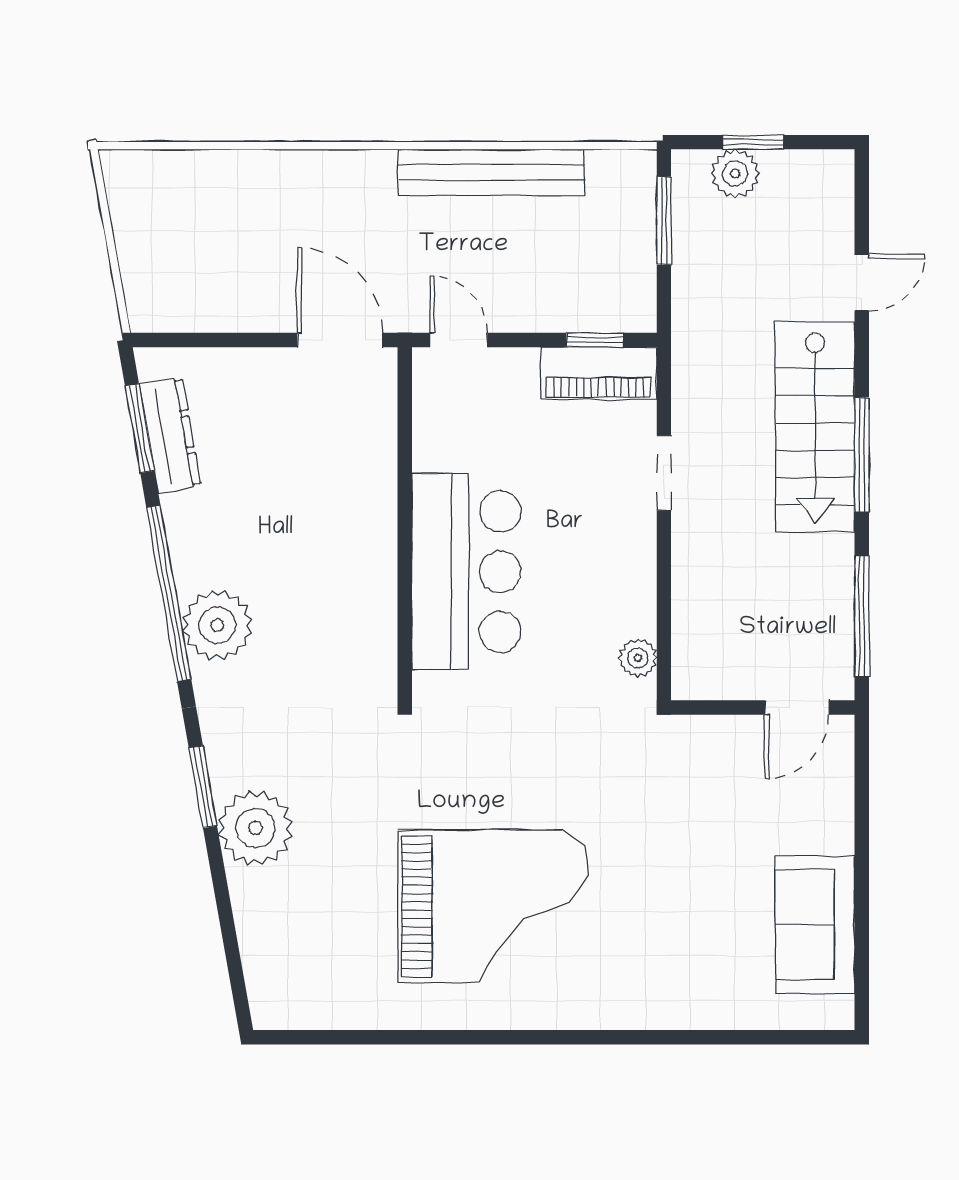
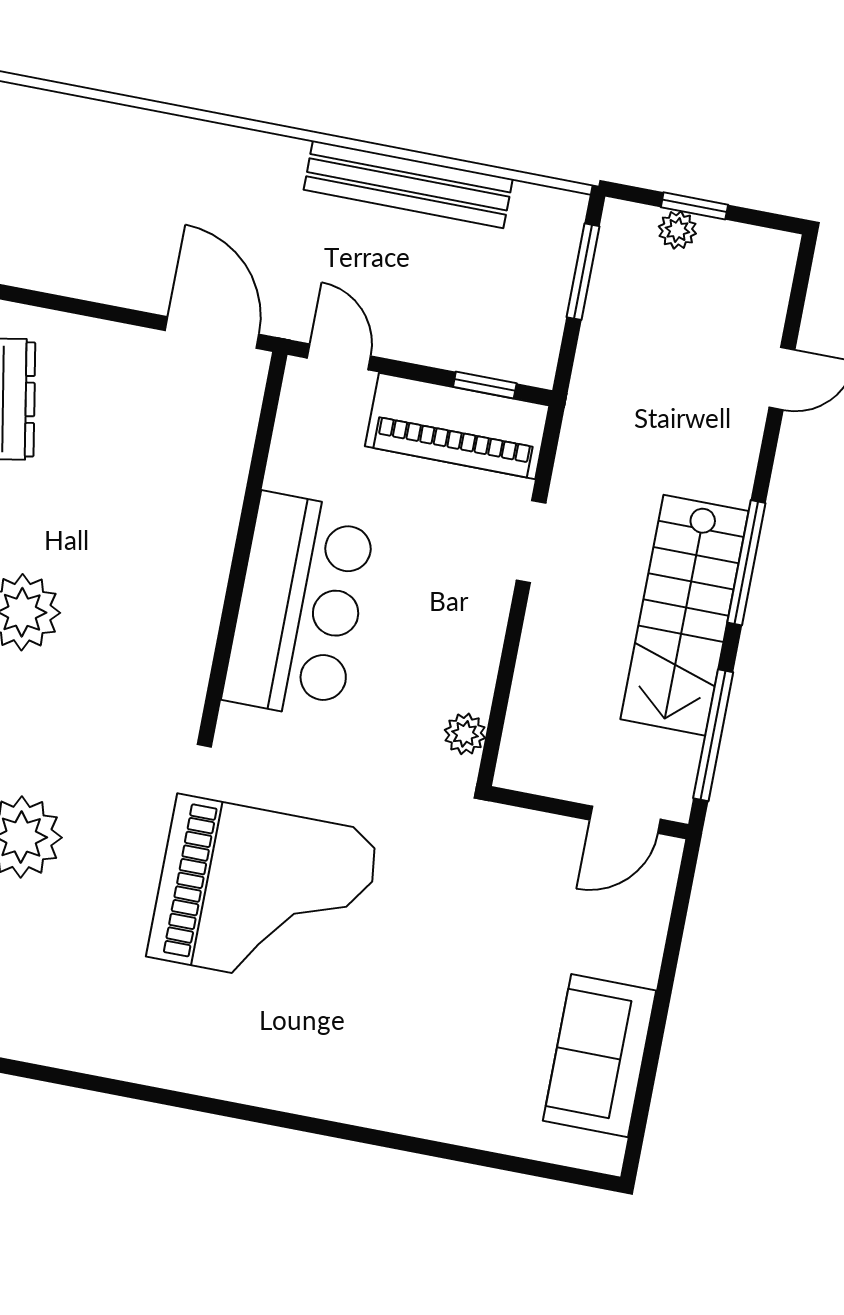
plant: (735, 173) -> (677, 230), width x0.73, depth x0.73
piano: (599, 373) -> (457, 426), width x1.37, depth x1.33
stairs: (815, 427) -> (684, 615), moved
grand piano: (493, 906) -> (264, 895), moved

